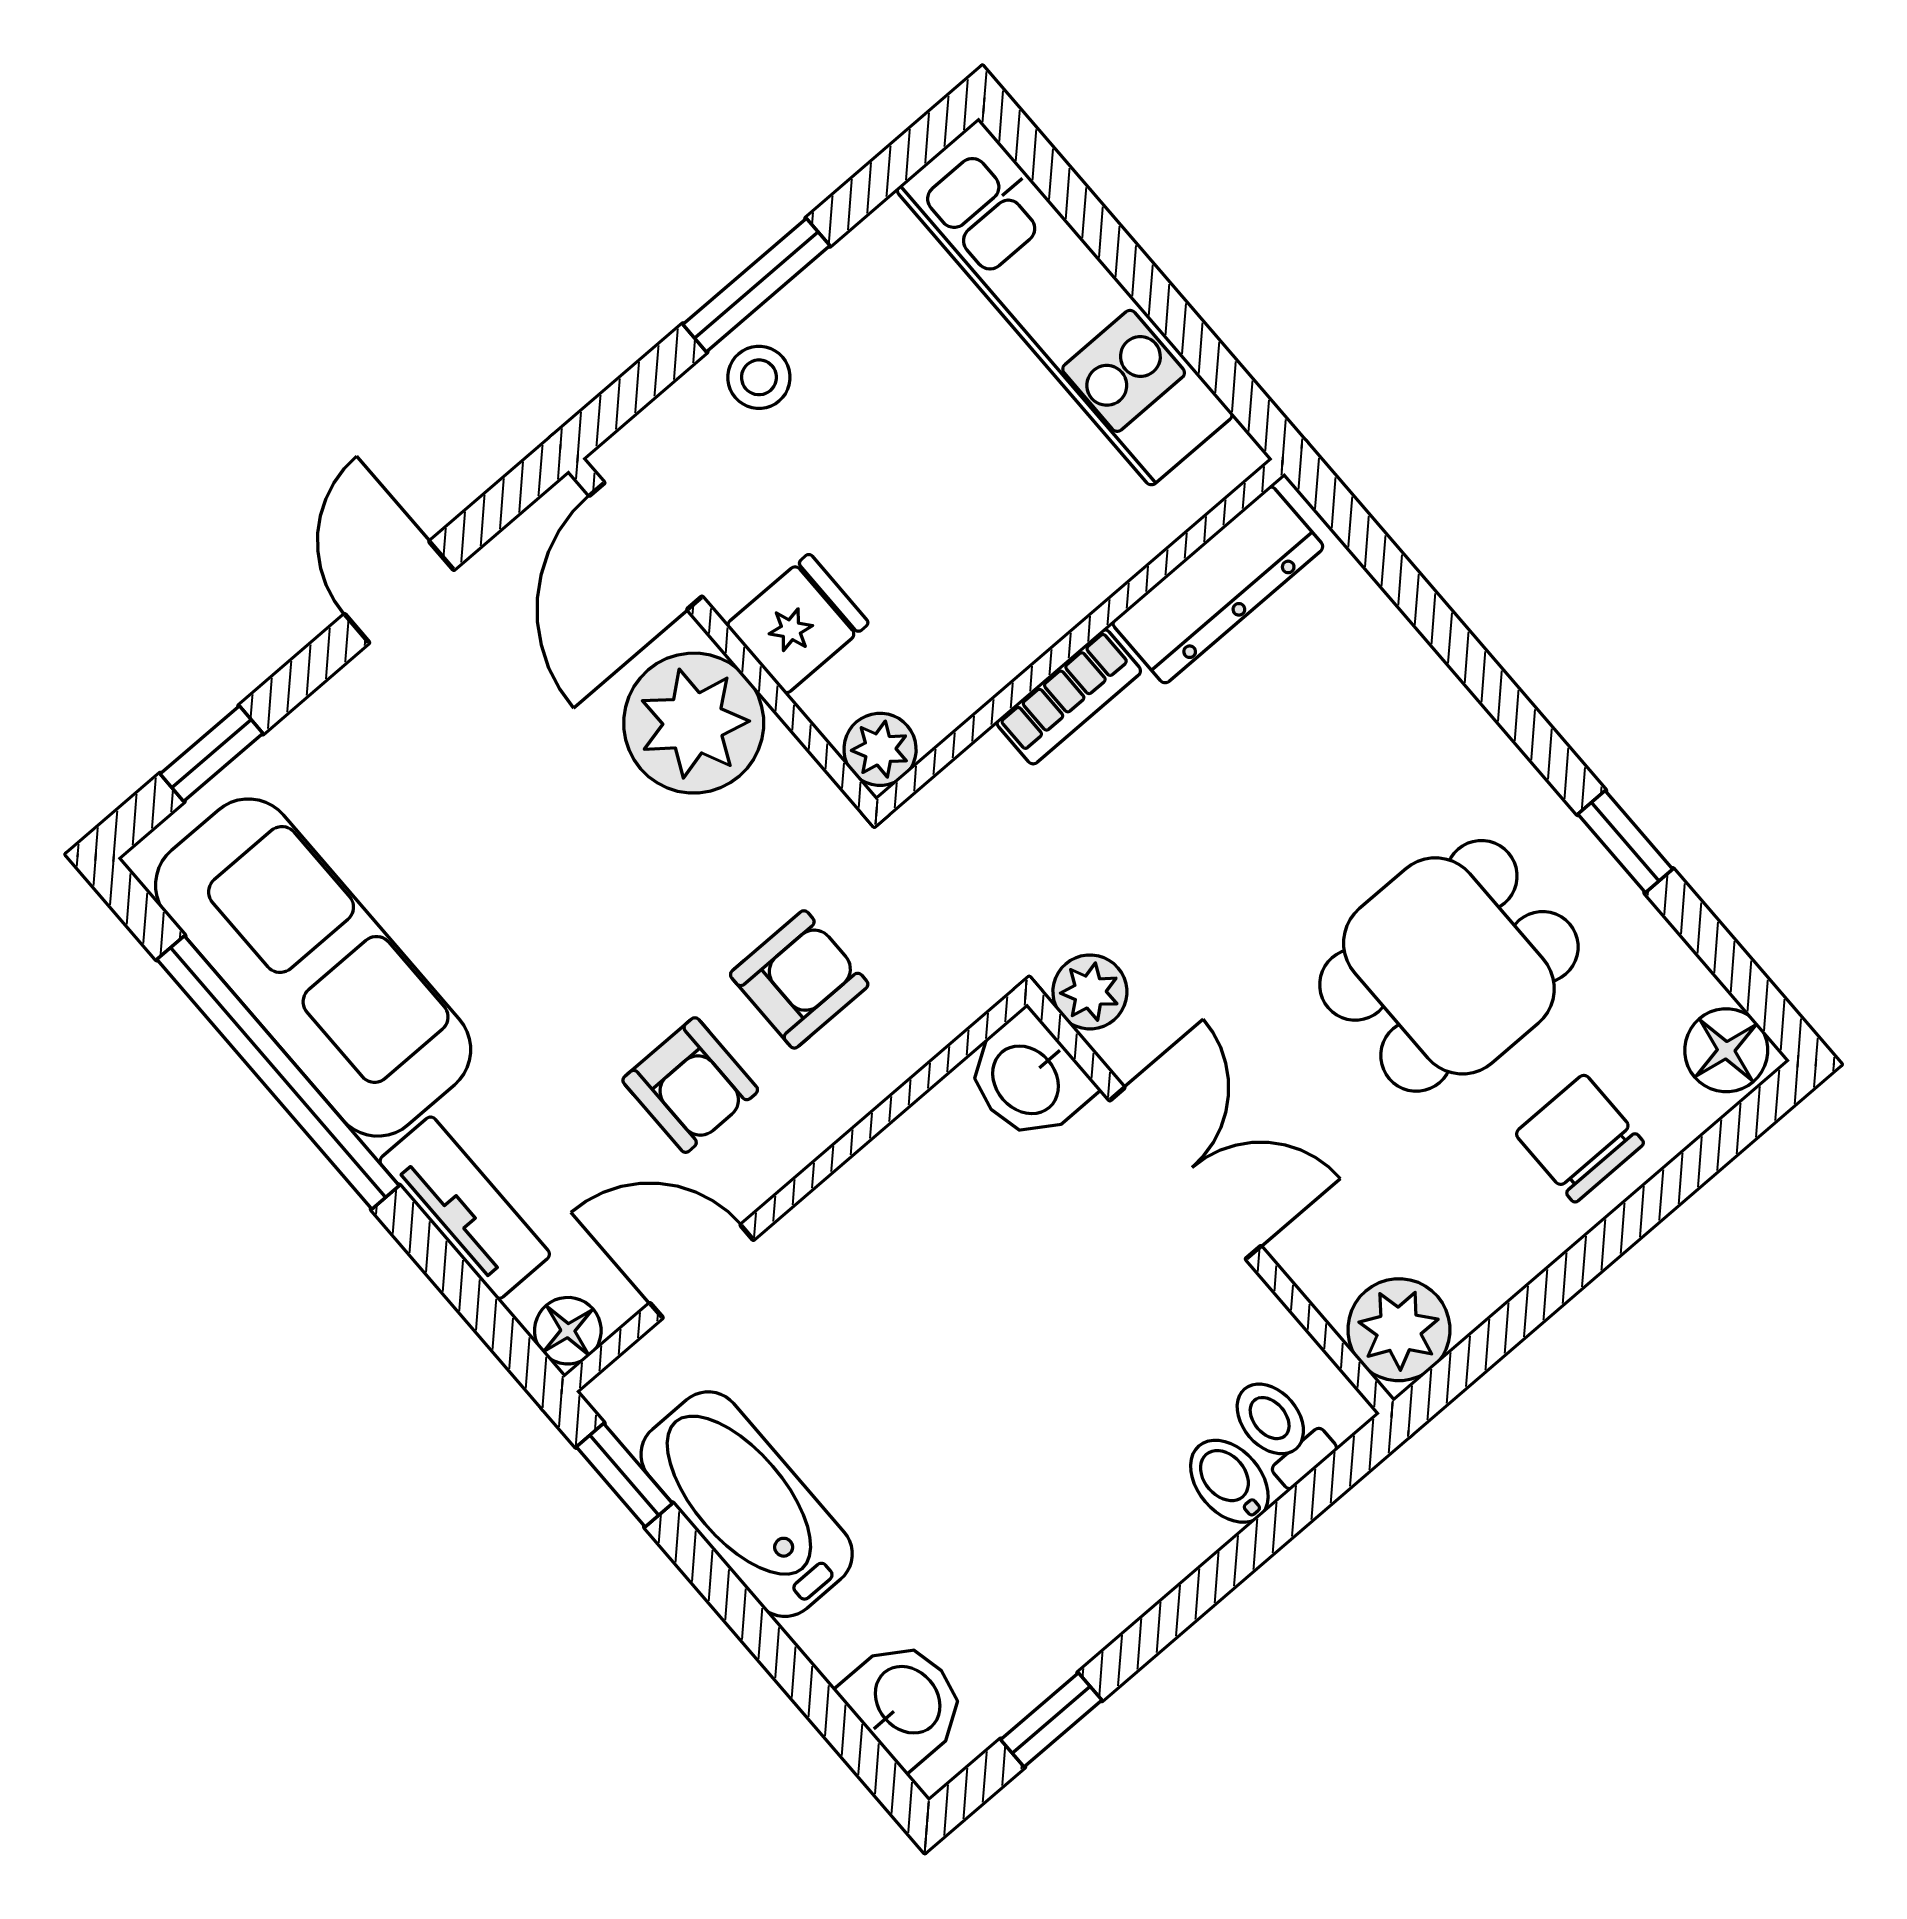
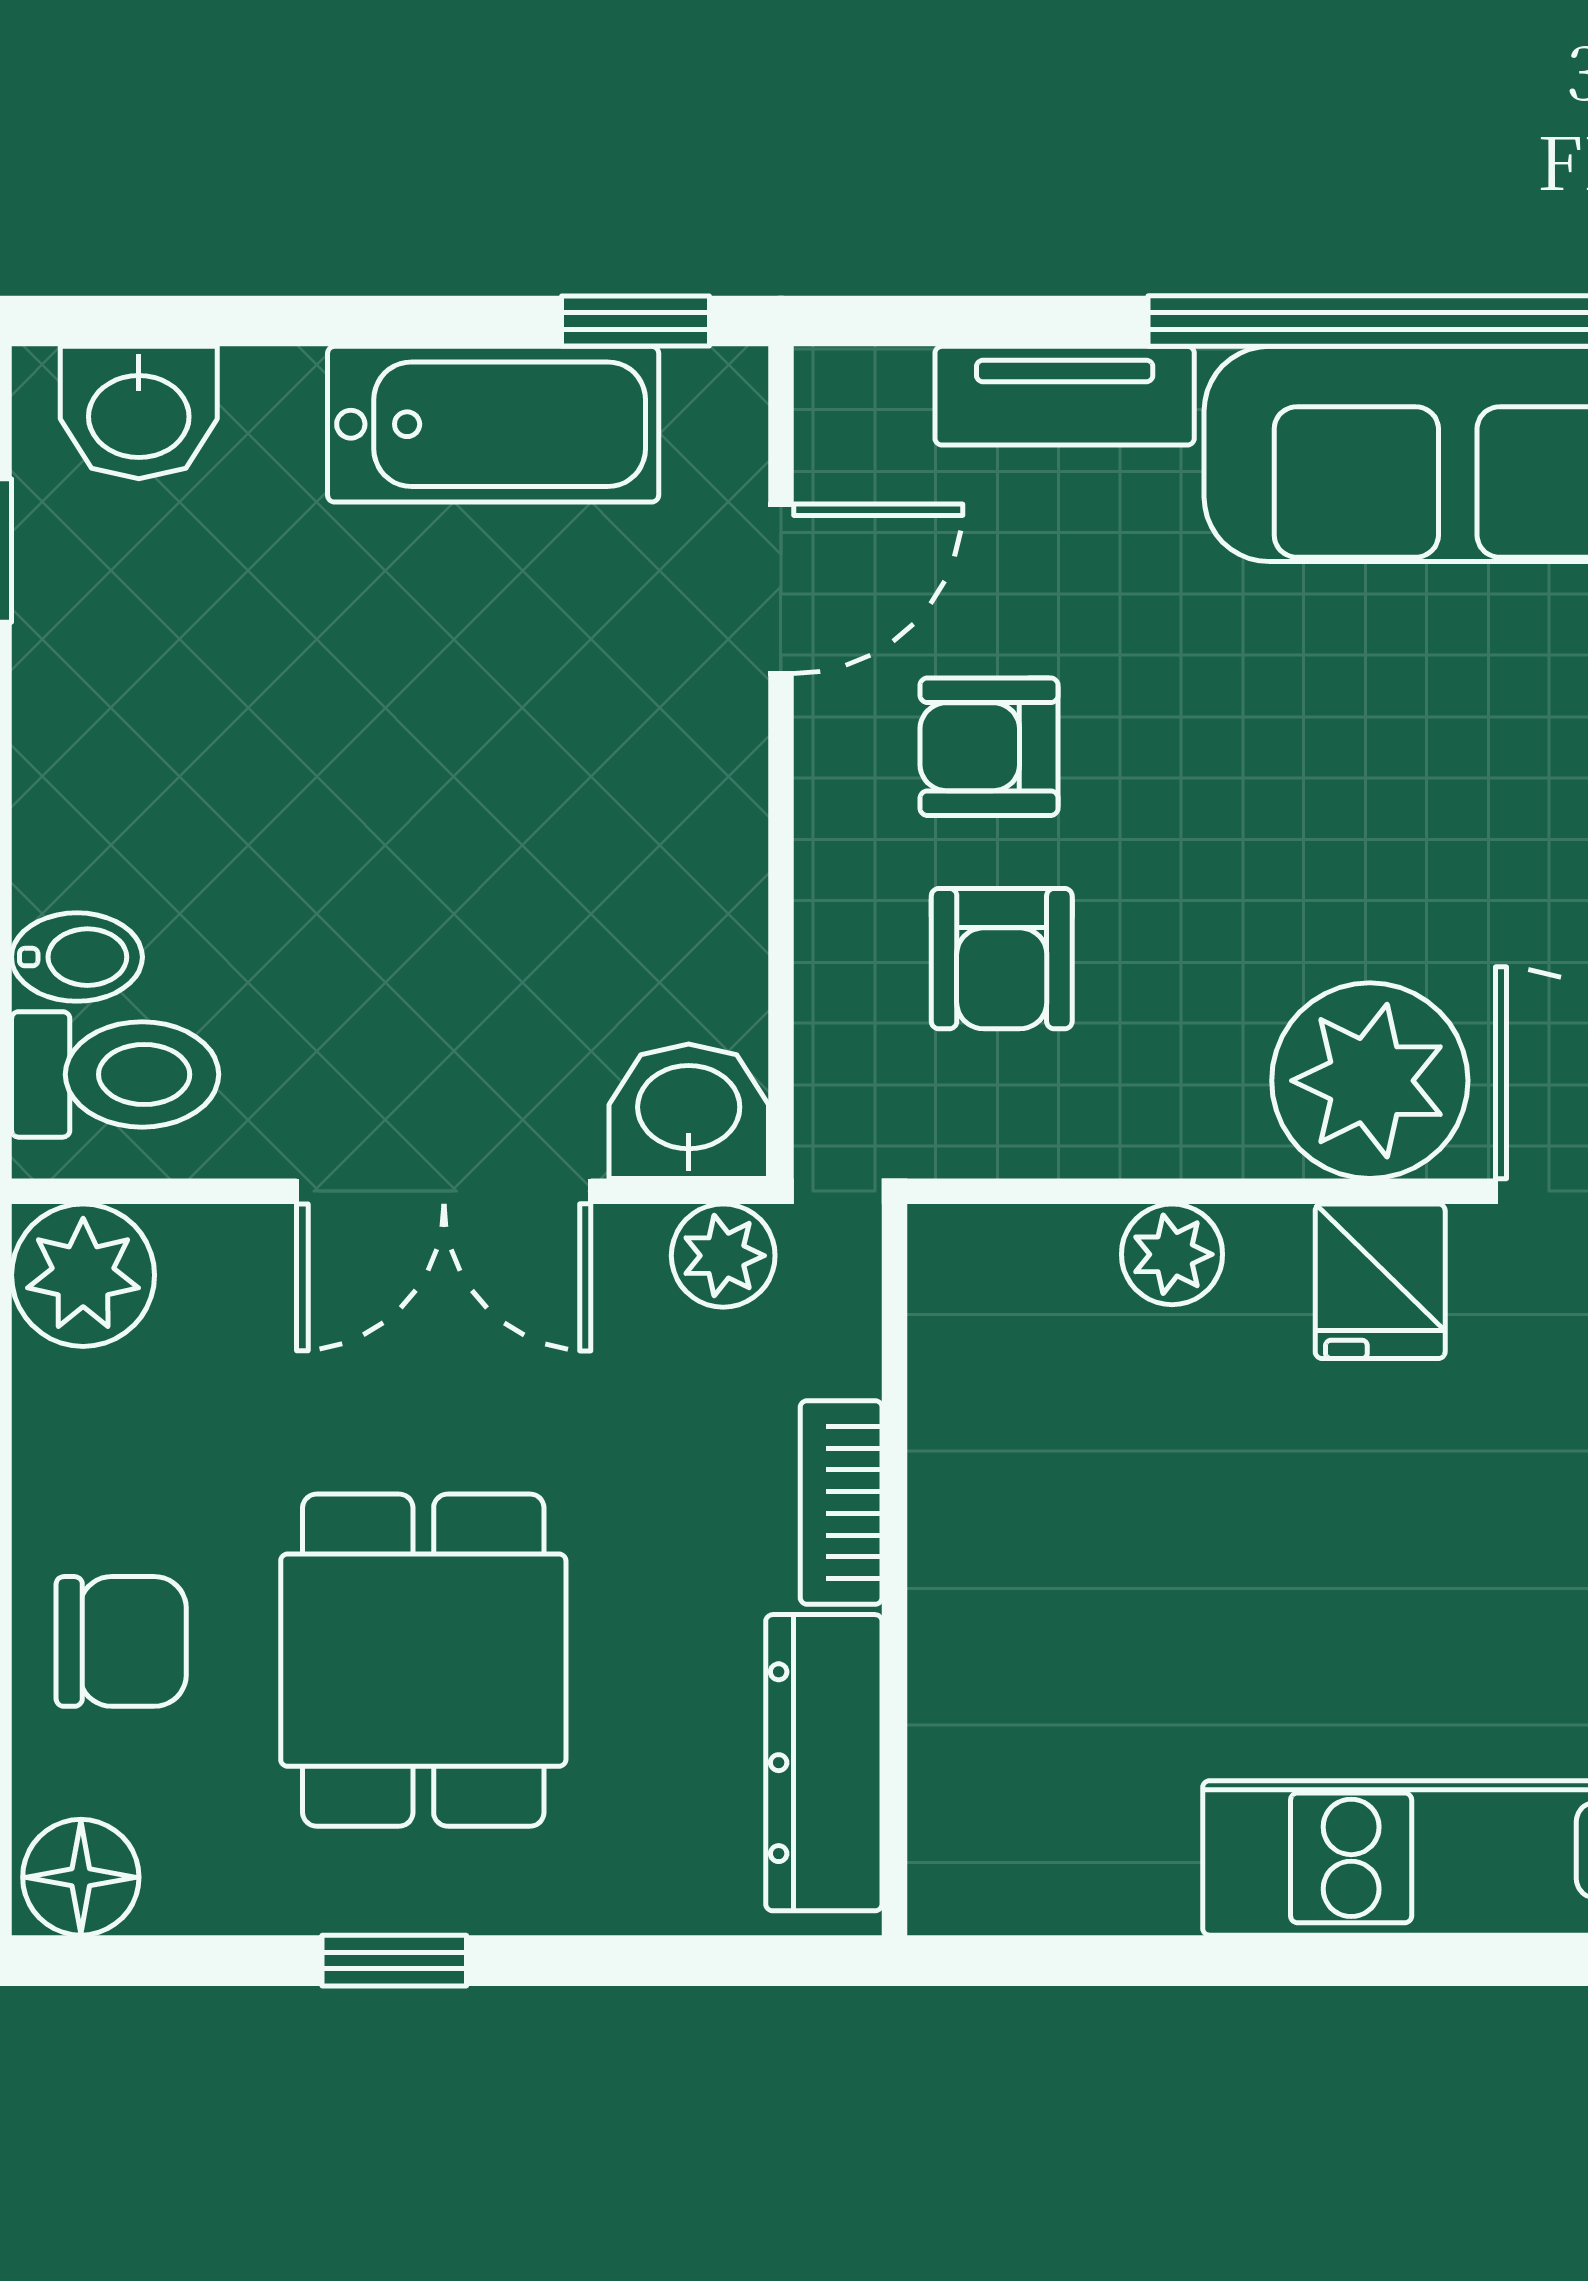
dresser: (1218, 585) -> (824, 1763), moved
wall: (1080, 637) -> (894, 1570), moved
bookcase: (1069, 697) -> (841, 1502), moved
floor lamp: (568, 1331) -> (840, 393), removed
toilet: (1279, 1429) -> (115, 1074), width x1.37, depth x1.39

